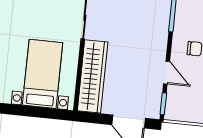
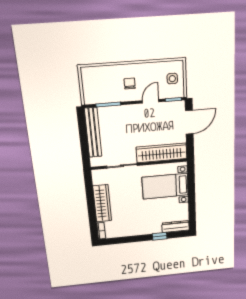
side table: (191, 106) -> (172, 79), added

